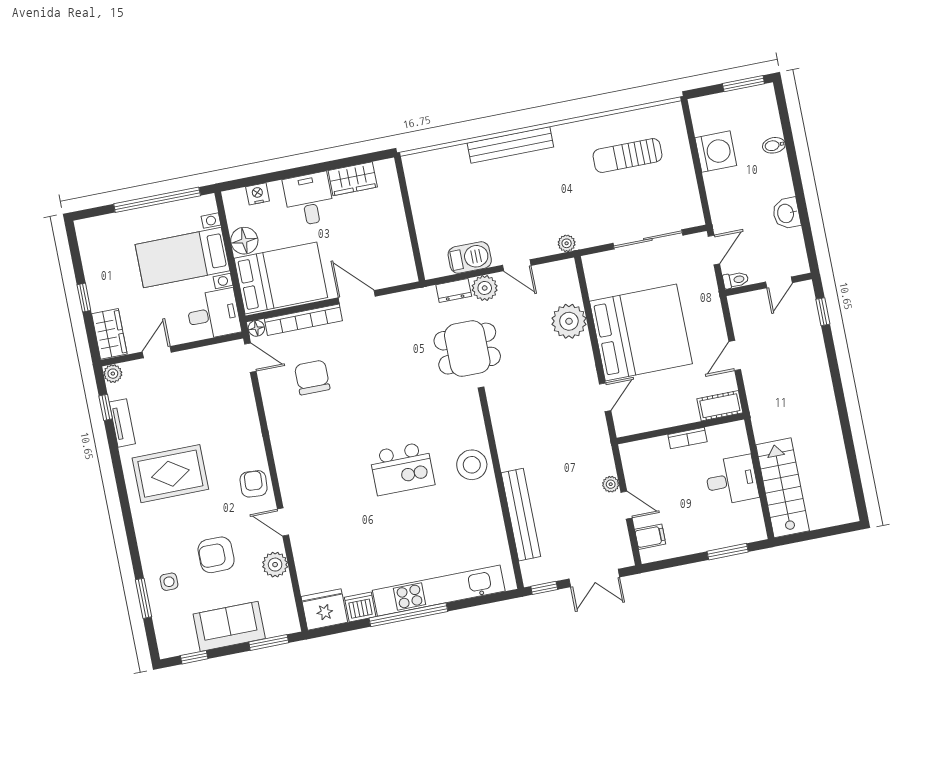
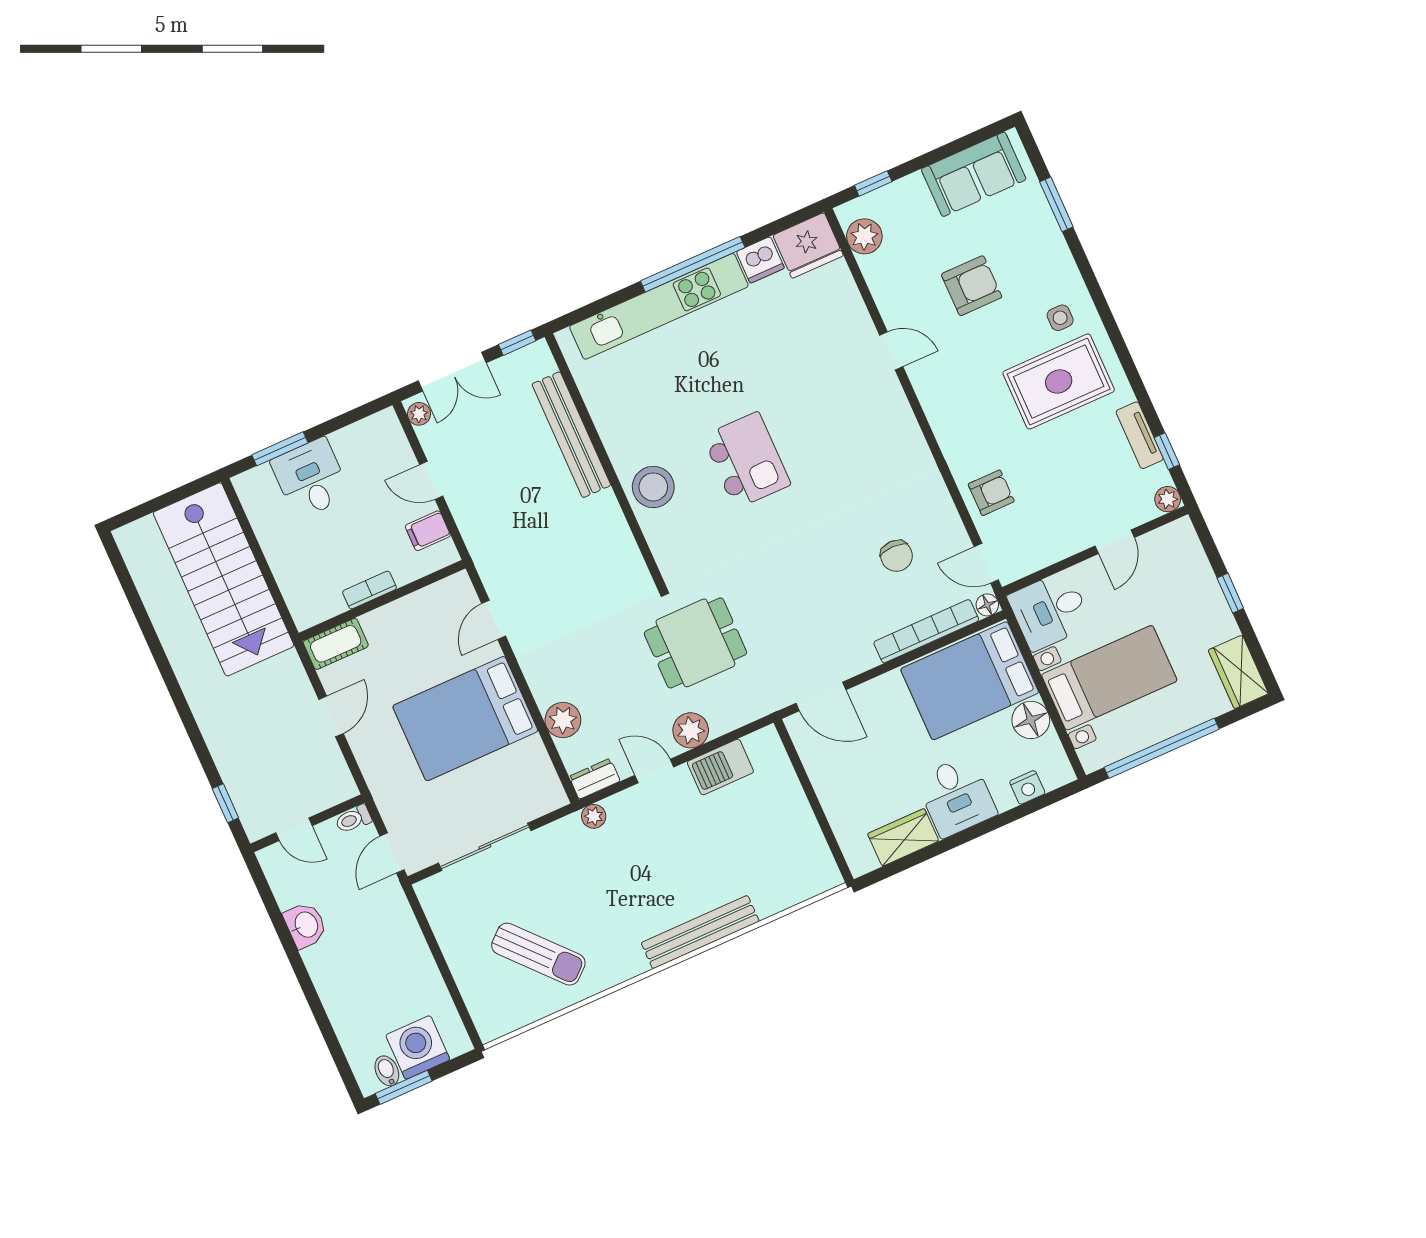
bidet: (774, 145) -> (387, 1071), moved, turned -90
washing machine: (716, 152) -> (418, 1047), moved, turned 90
sun lounger: (627, 155) -> (538, 954), turned 48
door: (779, 282) -> (294, 829), swing flipped
dresser: (454, 290) -> (595, 779), moved
door: (357, 297) -> (821, 696), moved
plant: (569, 321) -> (563, 720), width x0.73, depth x0.73
bed: (641, 332) -> (465, 719), width x0.73
wardrobe: (109, 334) -> (1238, 672), moved
chair: (312, 377) -> (897, 556), width x0.73, depth x0.73
kitchen island: (402, 469) -> (747, 460), turned 90
desk: (732, 480) -> (311, 478), moved, turned 90
armchair: (254, 484) -> (991, 493), moved, turned -94
plant: (611, 484) -> (419, 414), moved
stairs: (783, 488) -> (224, 579), width x1.36, depth x1.51
filing cabinet: (650, 537) -> (428, 531), moved
plant: (275, 565) -> (864, 236), moved
double door: (594, 578) -> (452, 372), swing flipped
side table: (169, 582) -> (1060, 318), moved
sofa: (229, 626) -> (974, 174), moved
window: (269, 642) -> (873, 183), width x0.67
window: (194, 657) -> (970, 140), removed

